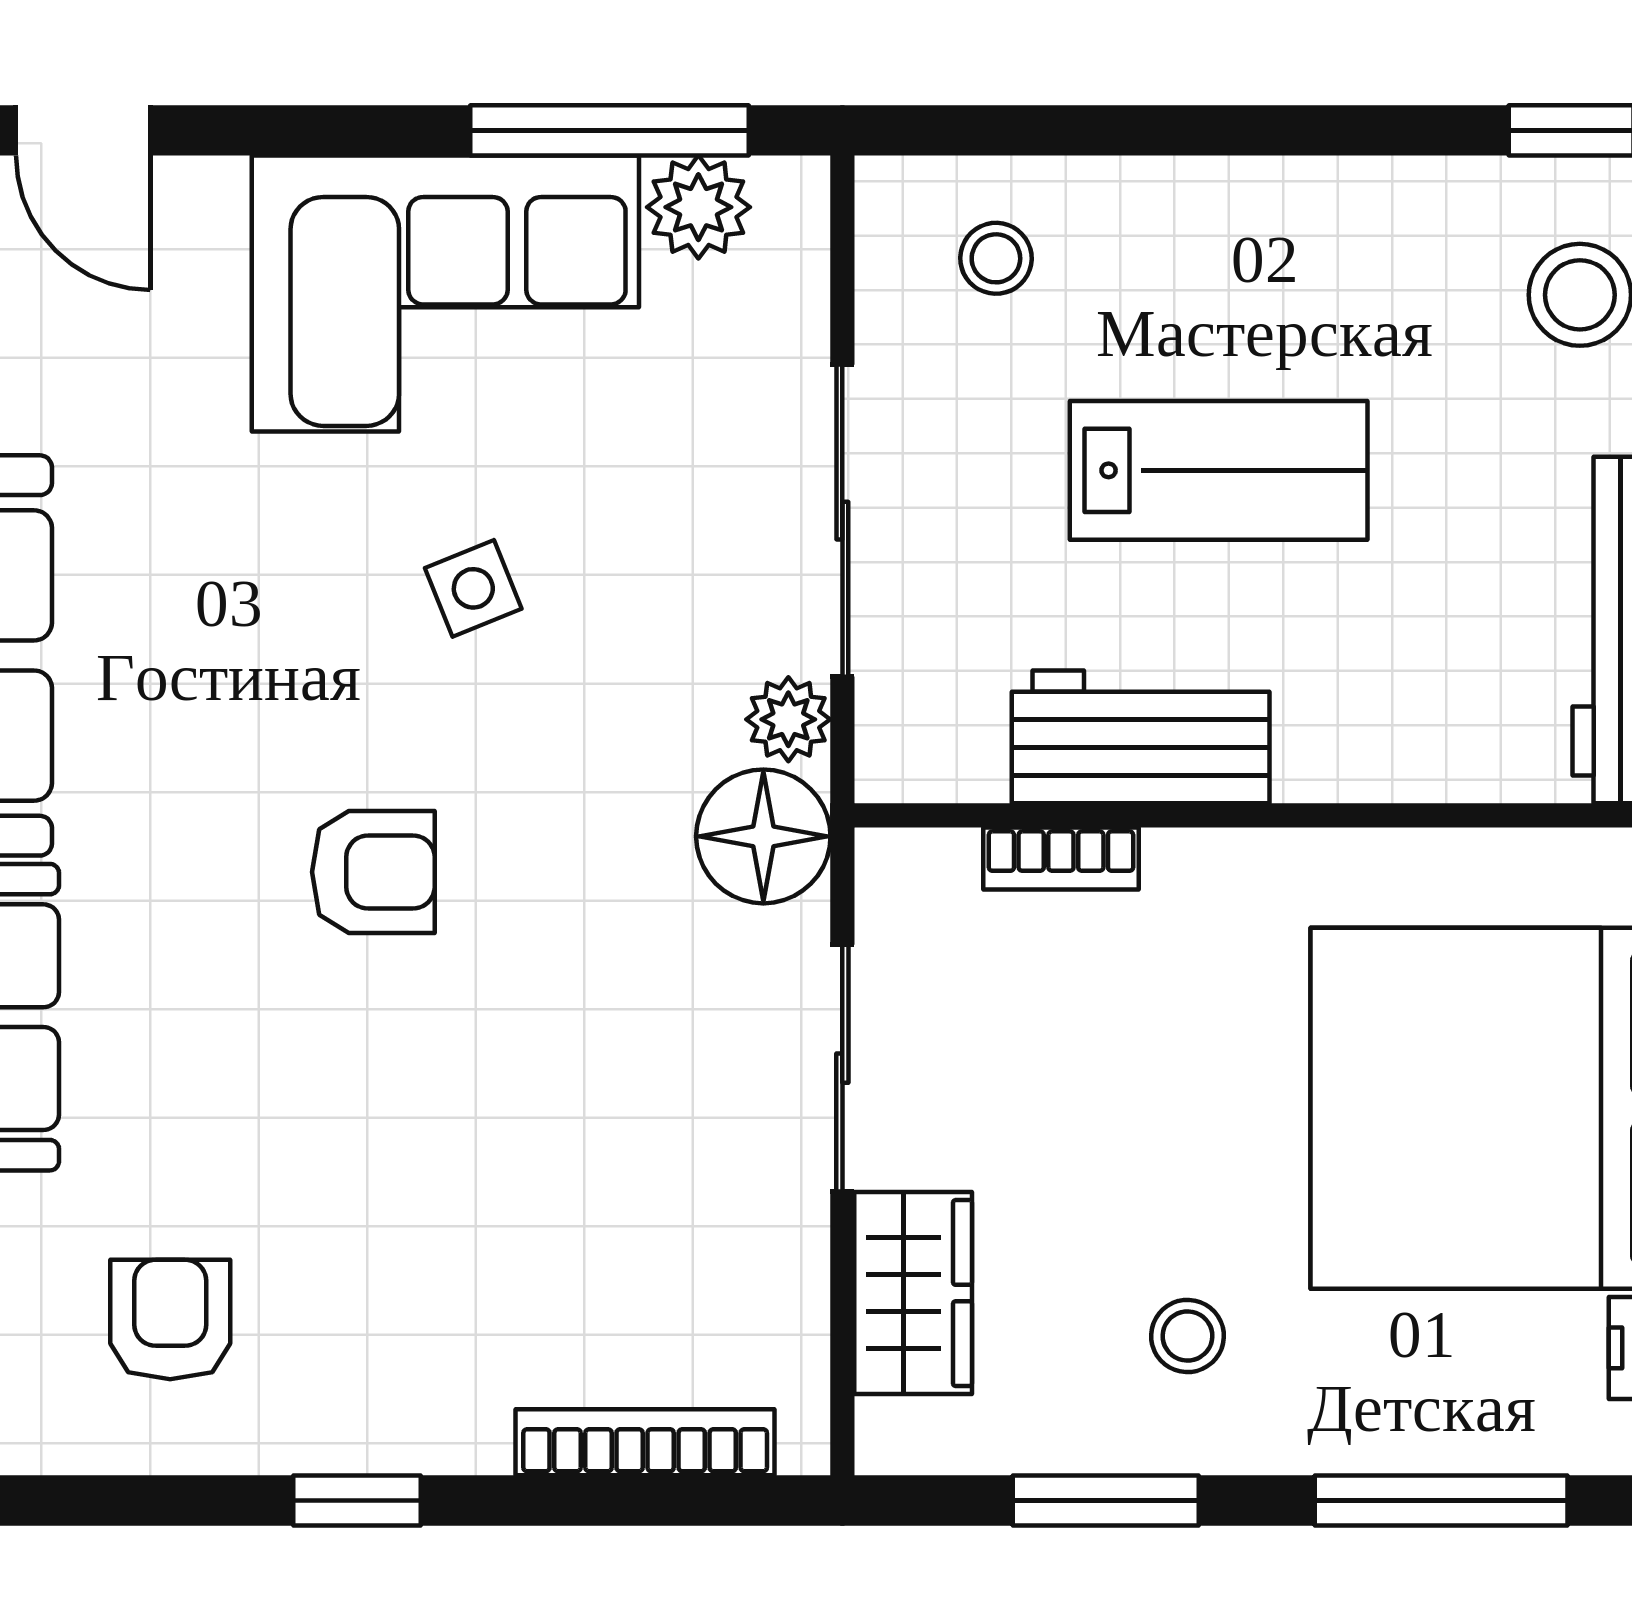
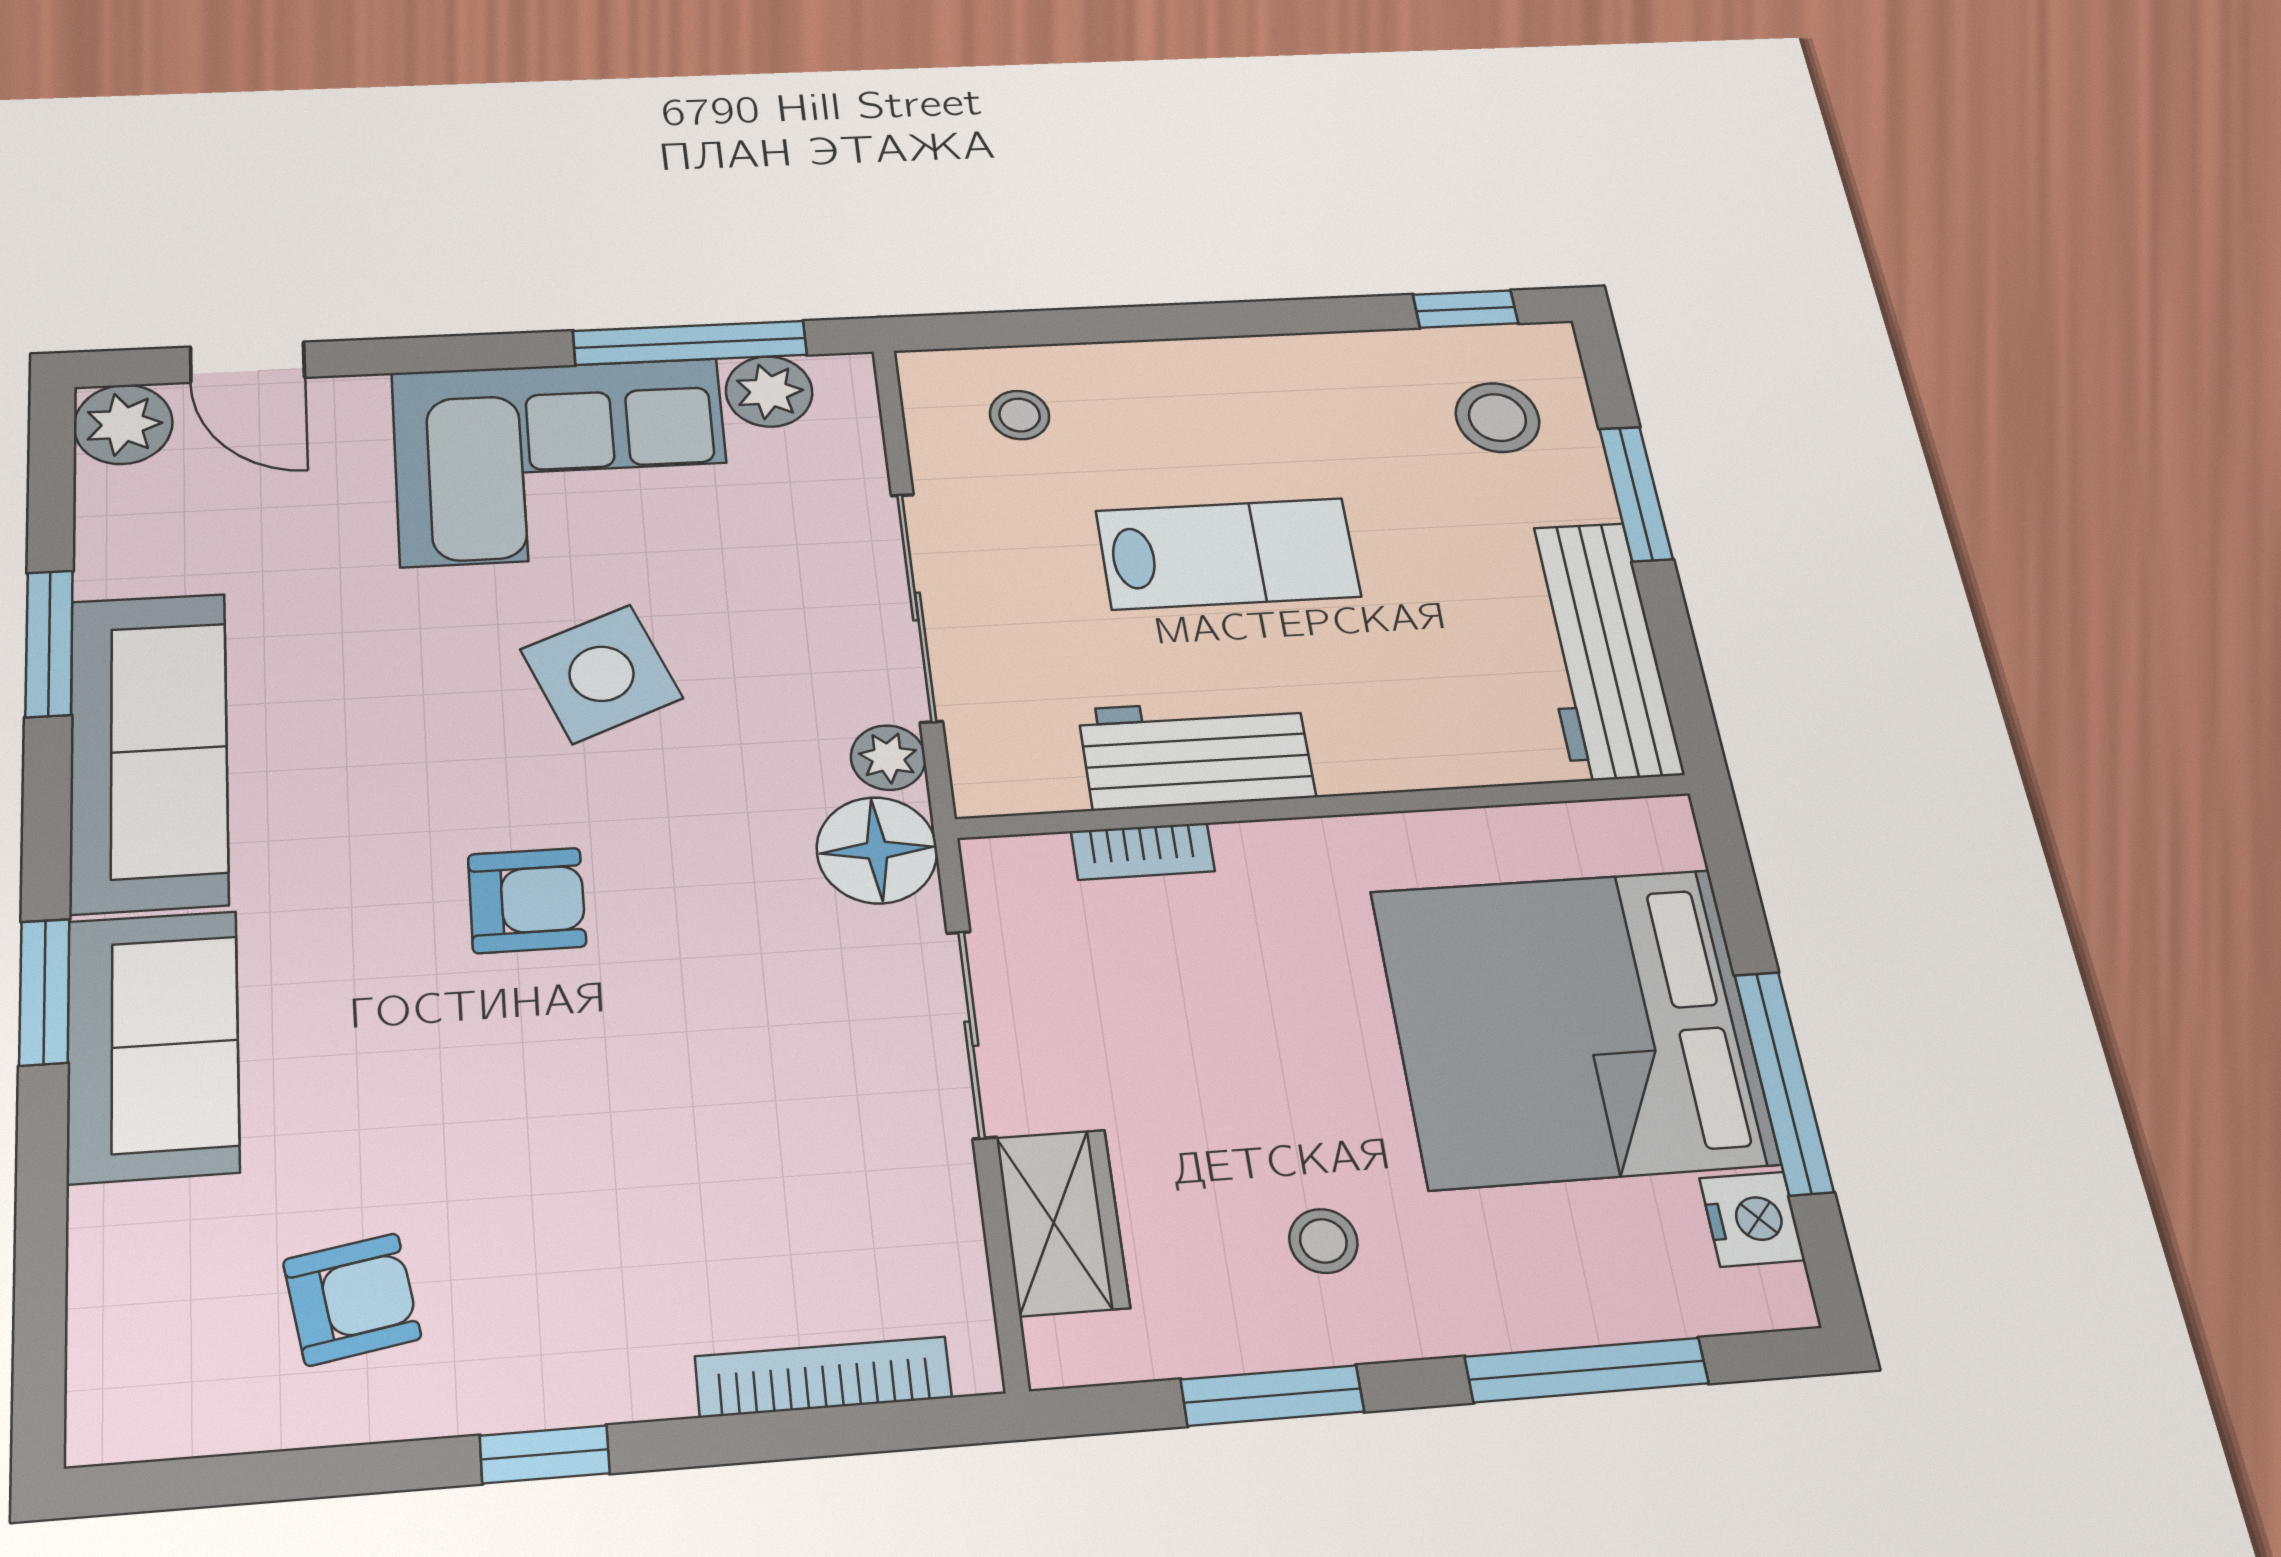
side table: (473, 588) -> (601, 674), width x1.87, depth x1.87
armchair: (170, 1320) -> (352, 1299), turned 80

